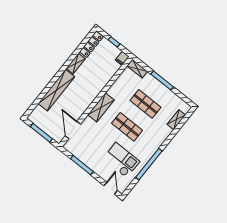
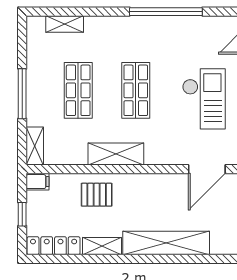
pallet: (98, 78) -> (97, 195), added
shelving: (101, 107) -> (116, 154), moved
checkout: (121, 160) -> (204, 99), moved, turned 180

